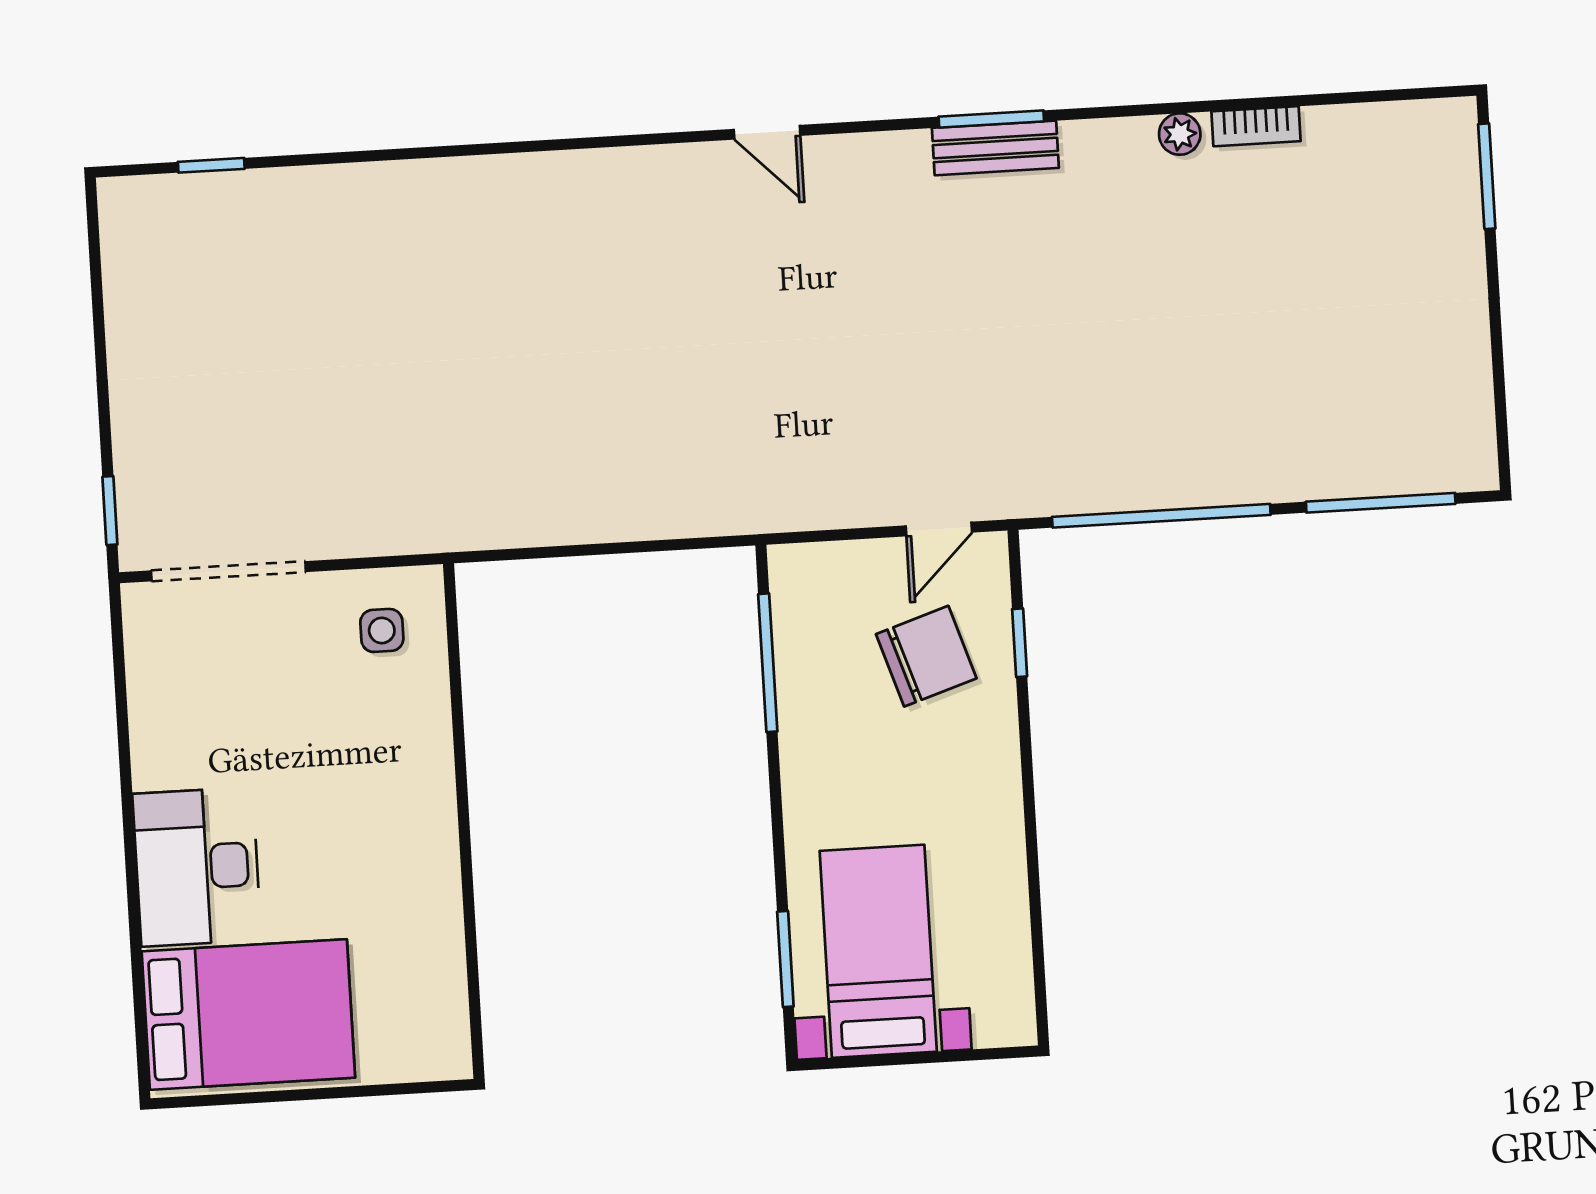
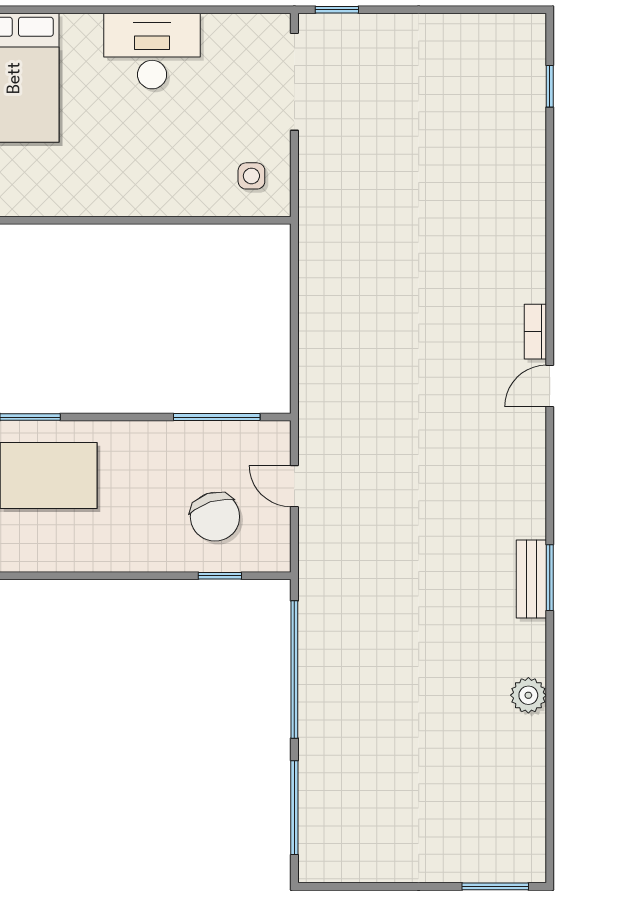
bookcase: (1256, 126) -> (535, 332), moved
door: (767, 132) -> (550, 386), moved
plant: (1180, 134) -> (528, 695), width x1.38, depth x1.38
door: (939, 529) -> (294, 486), moved
desk: (197, 867) -> (152, 51), moved

